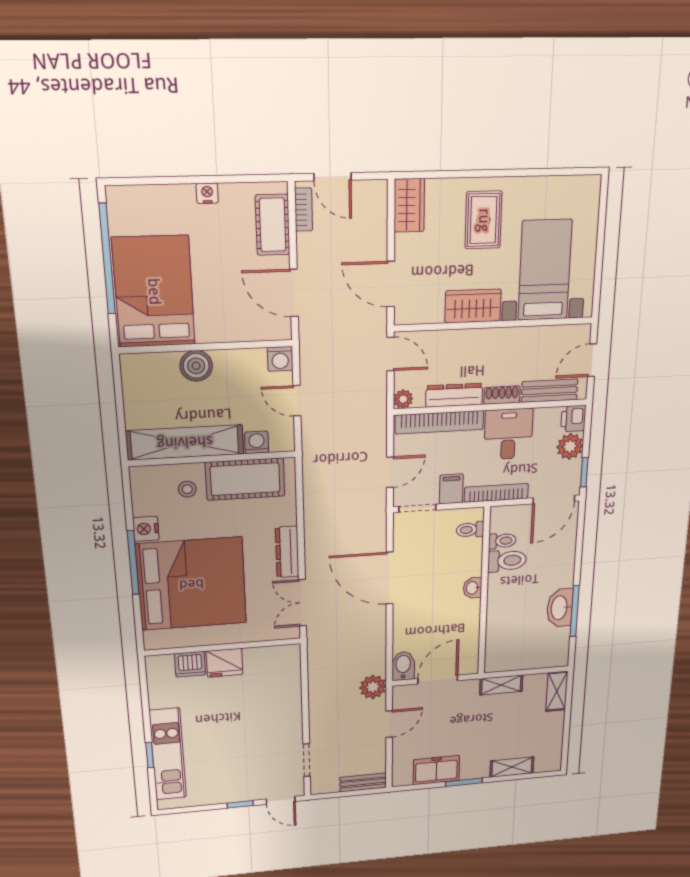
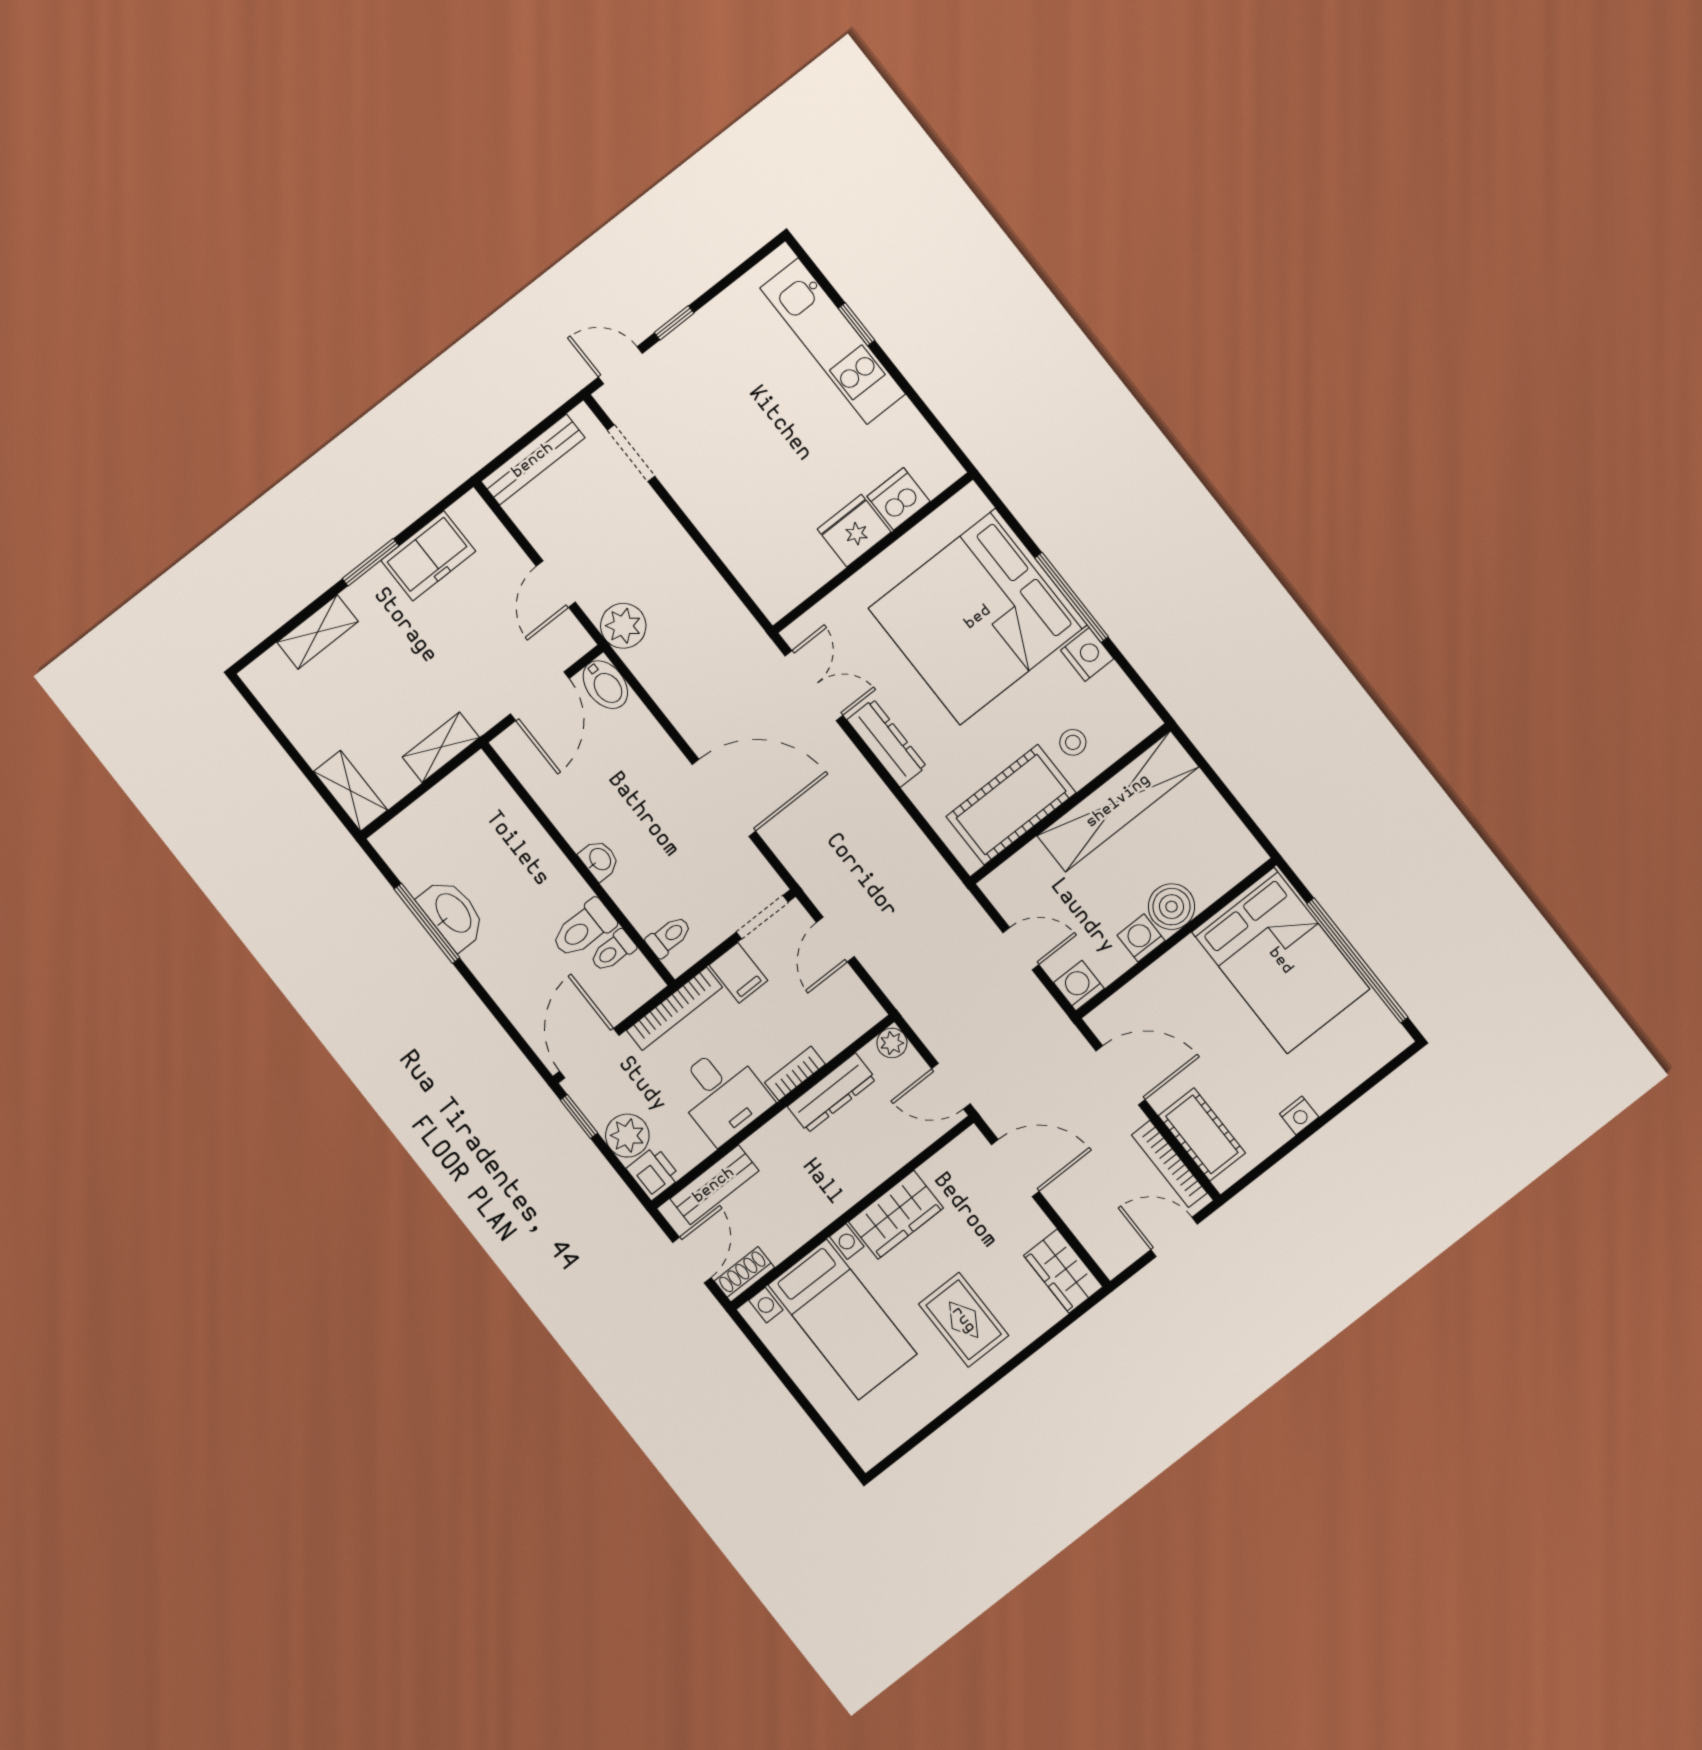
bookcase: (304, 210) -> (1169, 1164), width x1.56
shoe rack: (502, 395) -> (744, 1274), moved, turned 180
bookcase: (439, 422) -> (795, 1073), width x0.43, depth x0.76
washing machine: (257, 442) -> (1141, 938), moved, turned 180
bench: (363, 782) -> (533, 460), width x1.36

